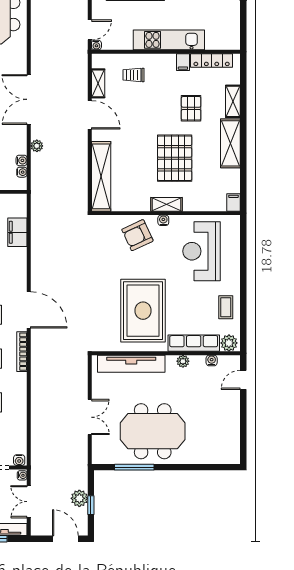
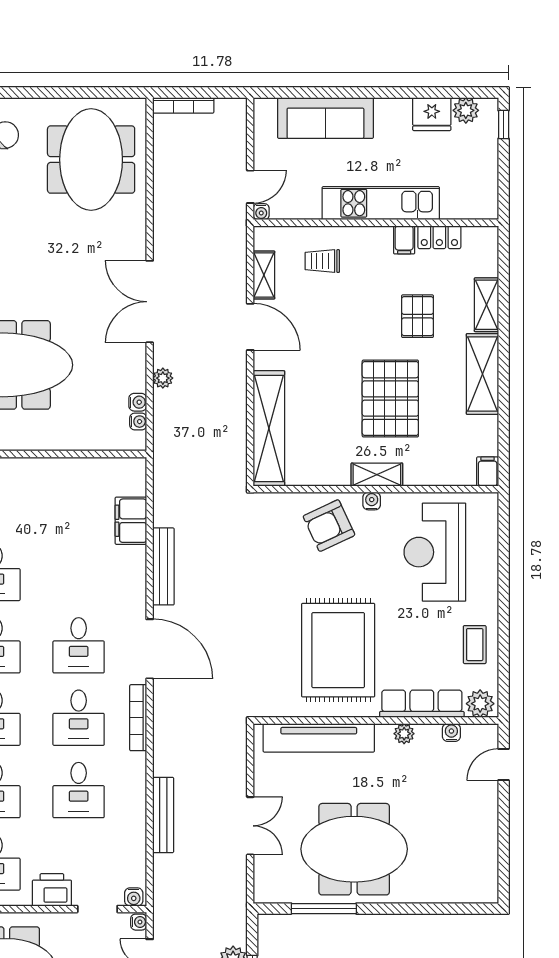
locker: (212, 60) -> (439, 237), width x0.66
bench: (37, 260) -> (163, 566), added
bench: (37, 410) -> (163, 815), added

